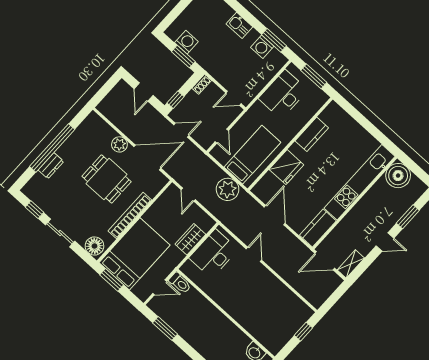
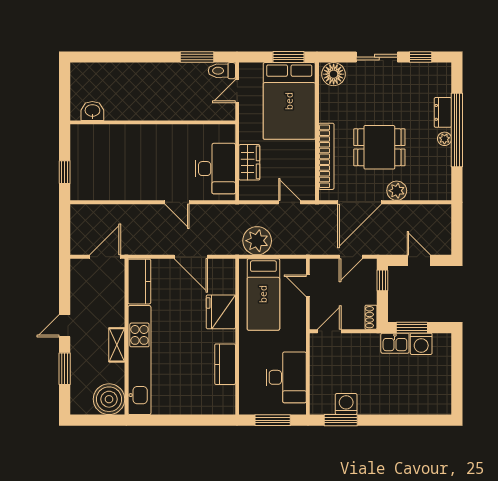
kitchen sink: (239, 25) -> (395, 343), moved, turned 180
plant: (64, 149) -> (444, 139), added
bookcase: (130, 216) -> (326, 156), moved
shelving: (351, 264) -> (117, 345), moved
toilet: (180, 283) -> (222, 71), moved

